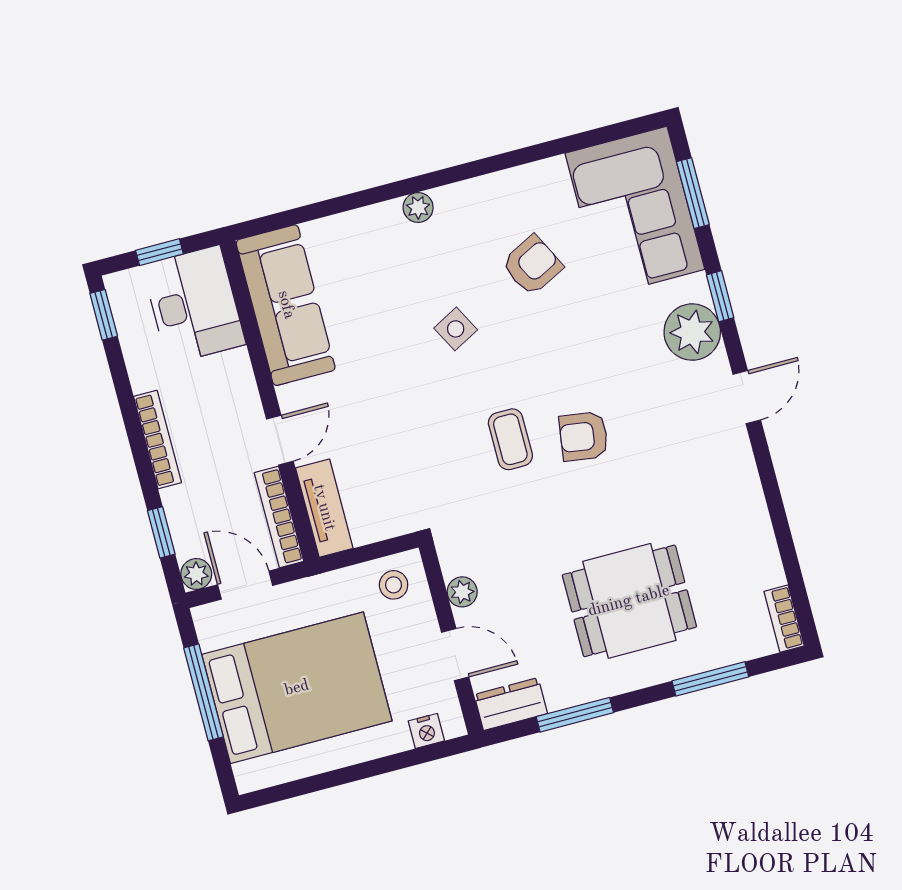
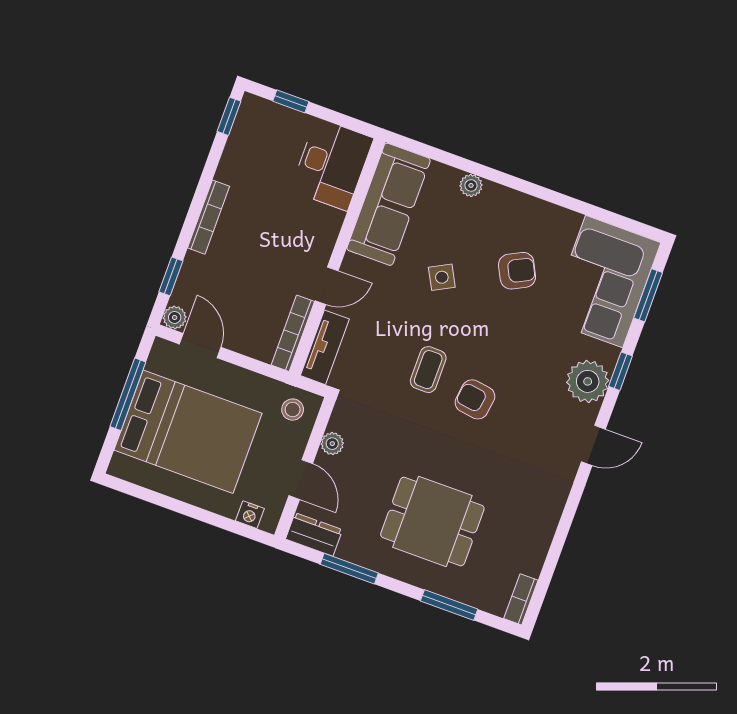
desk: (194, 305) -> (332, 164), moved
sofa: (286, 305) -> (389, 204), moved
wall: (270, 401) -> (337, 257), moved
door: (280, 440) -> (327, 286), moved
tv unit: (324, 508) -> (325, 347), moved
bookcase: (279, 517) -> (293, 333), moved

